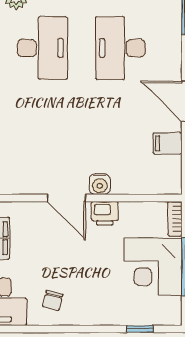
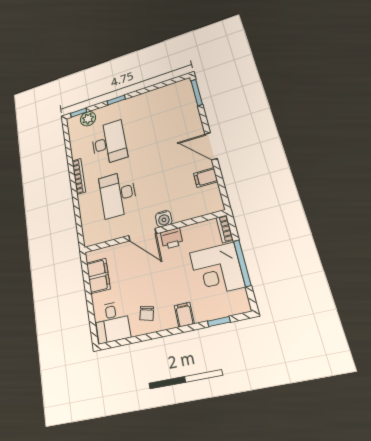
desk: (120, 48) -> (118, 194), moved
filing cabinet: (100, 312) -> (184, 315), added

